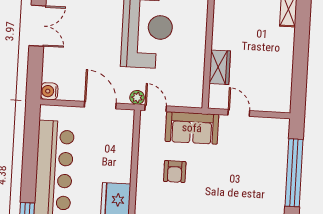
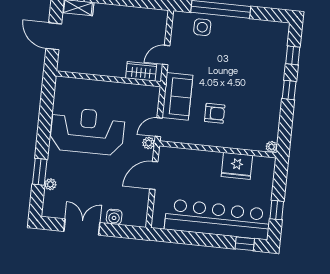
wardrobe: (220, 67) -> (141, 71), moved
water cooler: (49, 91) -> (114, 217), moved
side table: (273, 153) -> (202, 27), added

